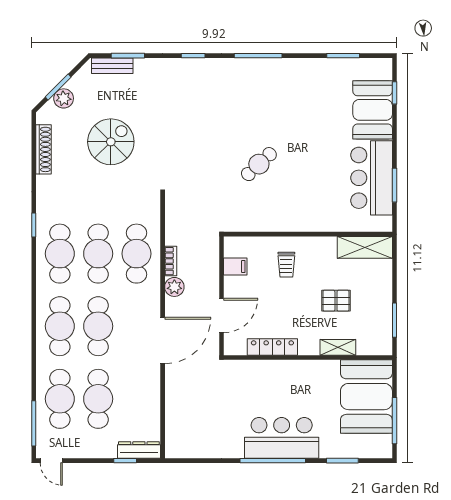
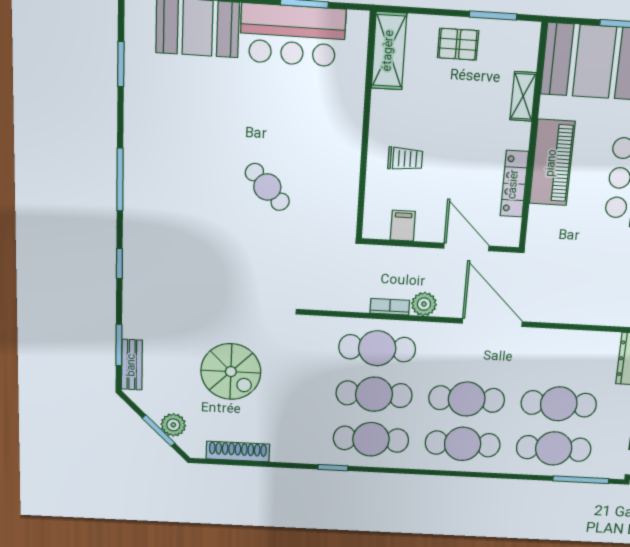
spiral stairs: (111, 142) -> (231, 372), turned 180
pallet: (336, 301) -> (458, 44), moved, turned 90
piano: (290, 374) -> (552, 163), added

